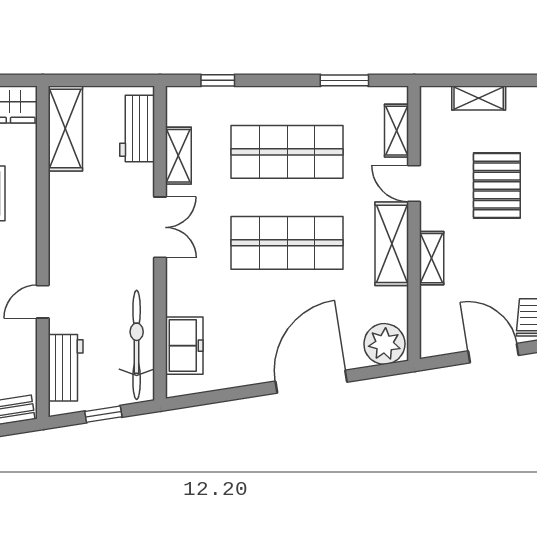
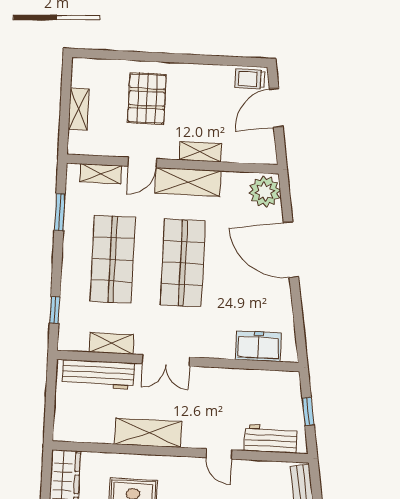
shelving: (65, 128) -> (148, 433), moved
workbench: (137, 128) -> (98, 375), width x1.37
pallet: (497, 186) -> (147, 98), turned 90
double door: (160, 227) -> (166, 360), swing flipped
bicycle: (137, 345) -> (256, 383), removed

